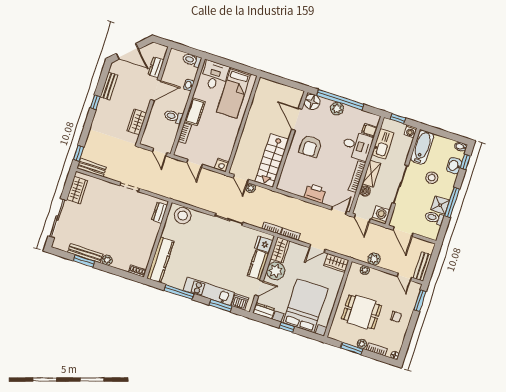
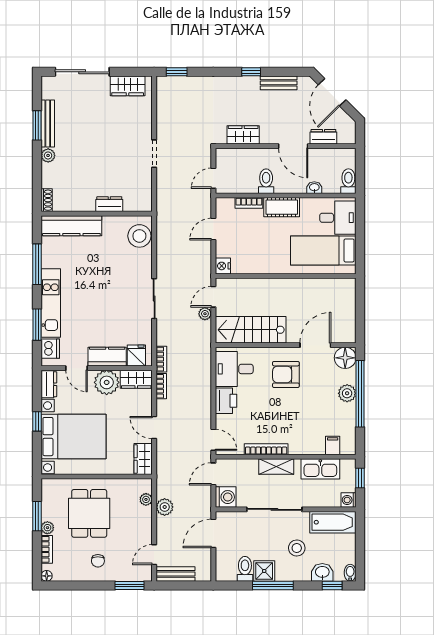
desk: (357, 146) -> (234, 369), moved, turned 90
bench: (92, 168) -> (163, 95), removed
boiler: (365, 191) -> (250, 466), removed
dresser: (159, 213) -> (109, 204), moved

